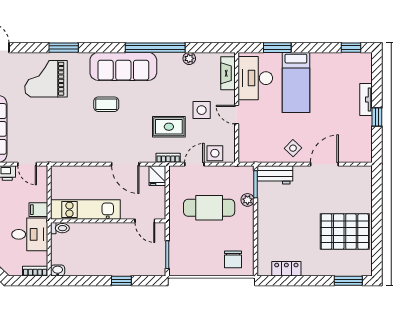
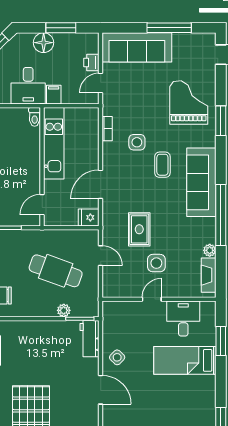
fireplace: (228, 73) -> (209, 275), moved, turned -90
desk: (255, 78) -> (183, 318), width x0.73
side table: (215, 153) -> (137, 142), moved
bookcase: (168, 158) -> (107, 129), moved
cafe table: (209, 208) -> (56, 271), turned -70

